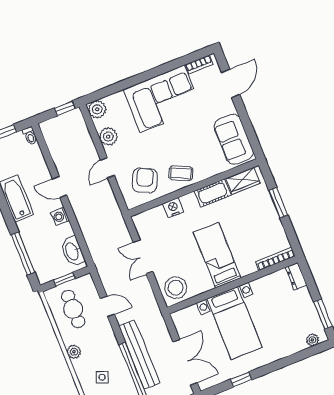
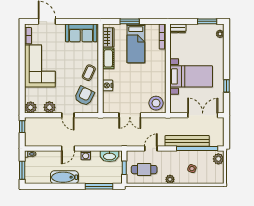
armchair: (145, 180) -> (84, 96), turned 90
bed: (217, 255) -> (136, 43), moved, turned -90

